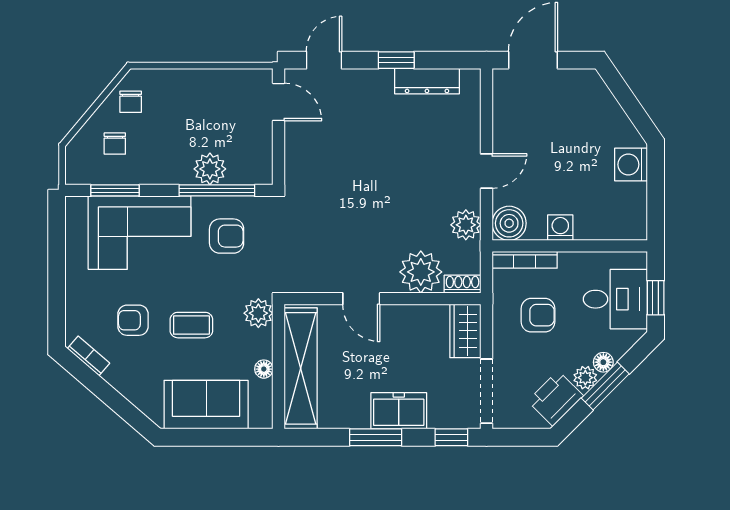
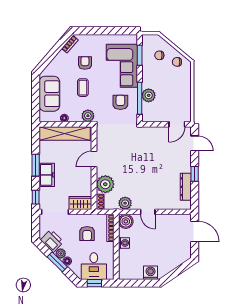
armchair: (227, 236) -> (120, 102), turned 180

